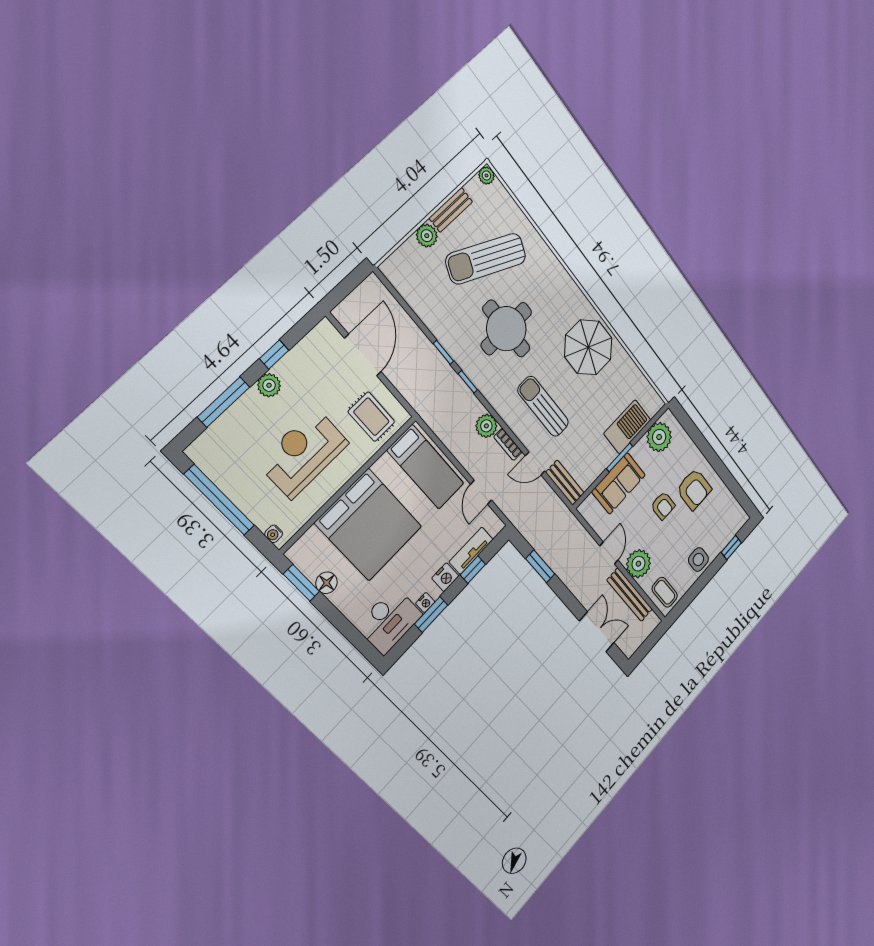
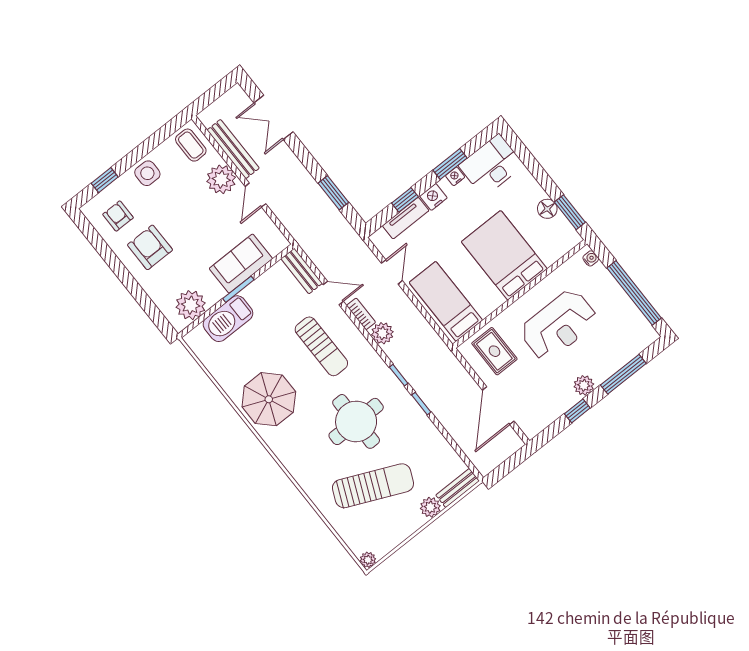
bench: (451, 210) -> (458, 488), moved
armchair: (663, 506) -> (118, 216), moved
bed: (369, 525) -> (504, 255), width x0.73

